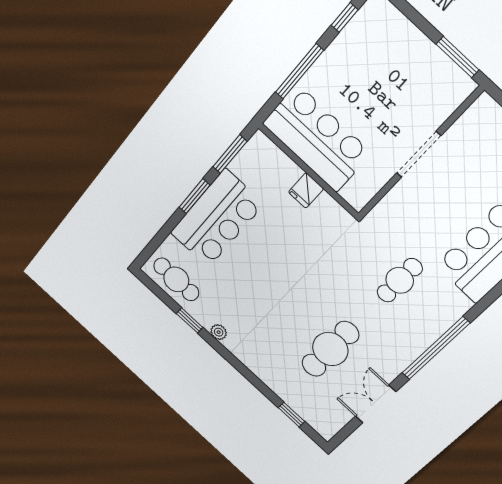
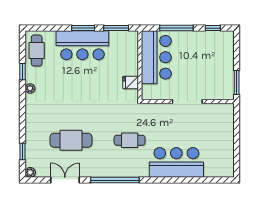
fridge: (306, 190) -> (131, 82), moved
plant: (327, 431) -> (30, 172), added

